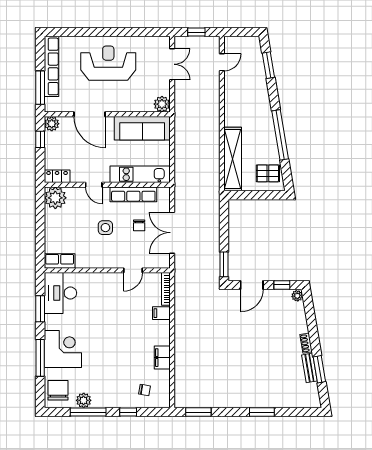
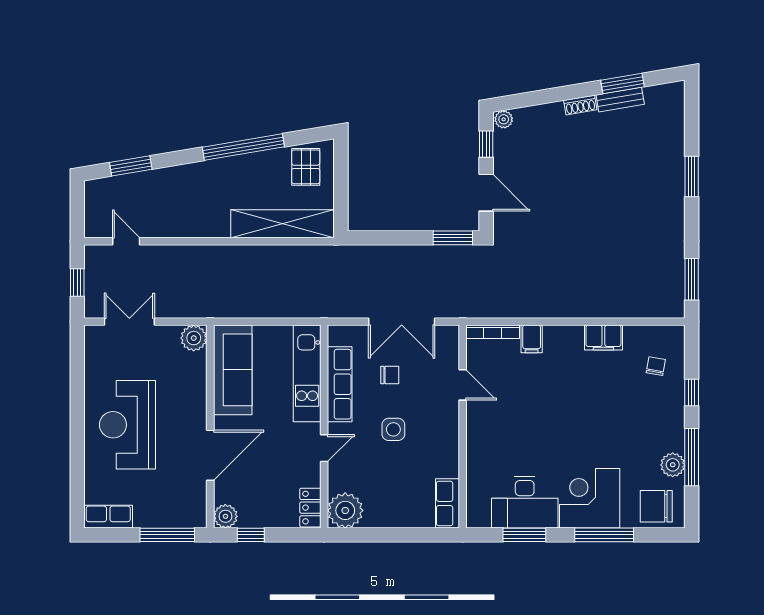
row of seats: (51, 66) -> (108, 517), width x0.50
desk: (60, 293) -> (525, 502), moved

